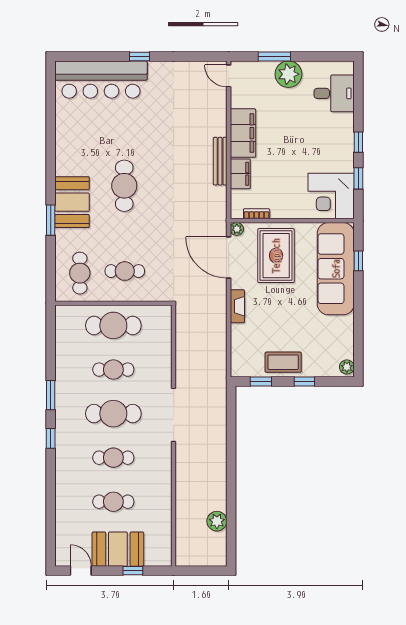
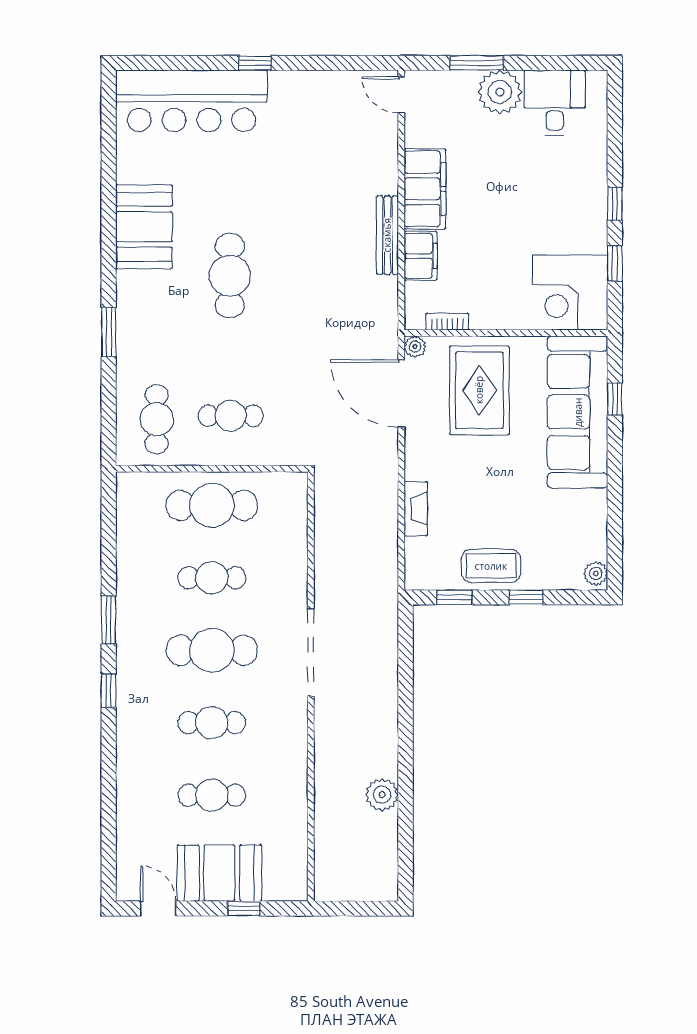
desk: (334, 93) -> (555, 103), moved, turned -90
booth: (72, 202) -> (144, 227), moved
fireplace: (237, 306) -> (416, 509), moved
plant: (217, 521) -> (382, 795), moved

